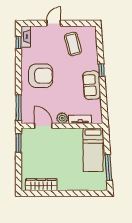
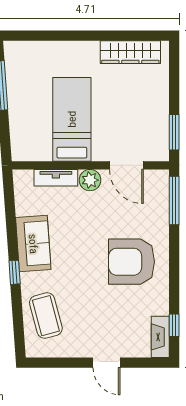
door: (54, 23) -> (106, 363), hinge flipped
coffee table: (73, 44) -> (46, 316), moved
bed: (93, 150) -> (72, 119), moved

